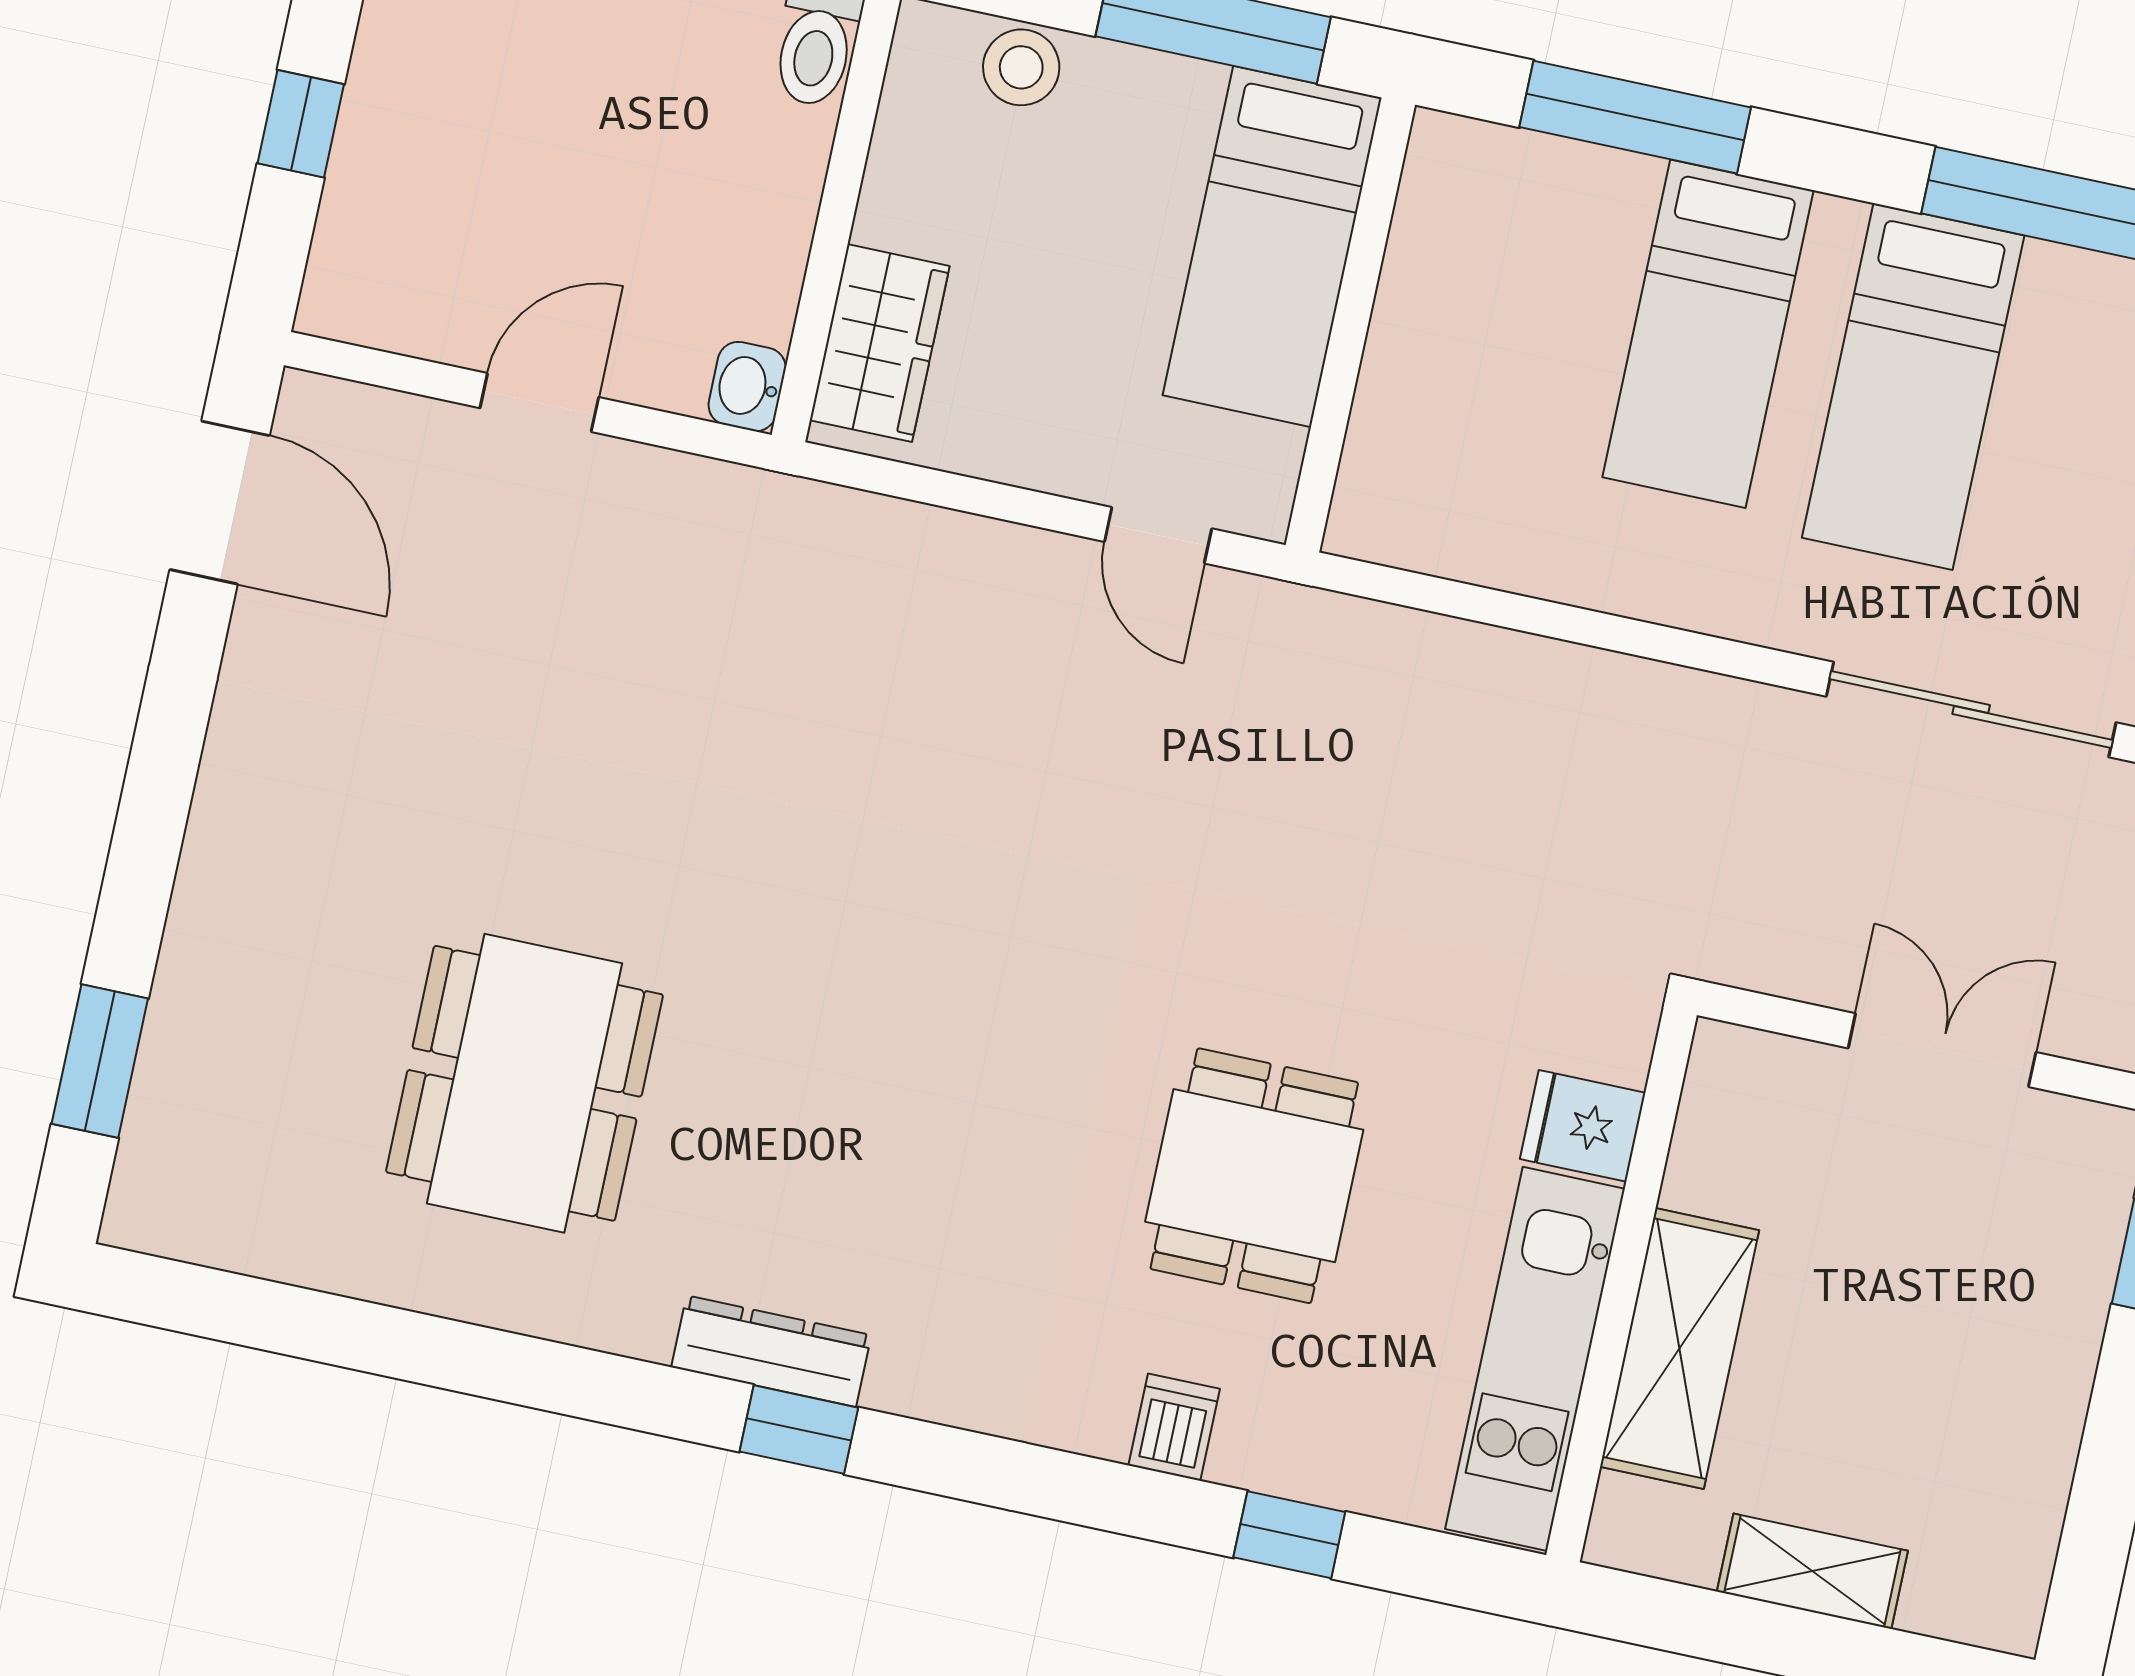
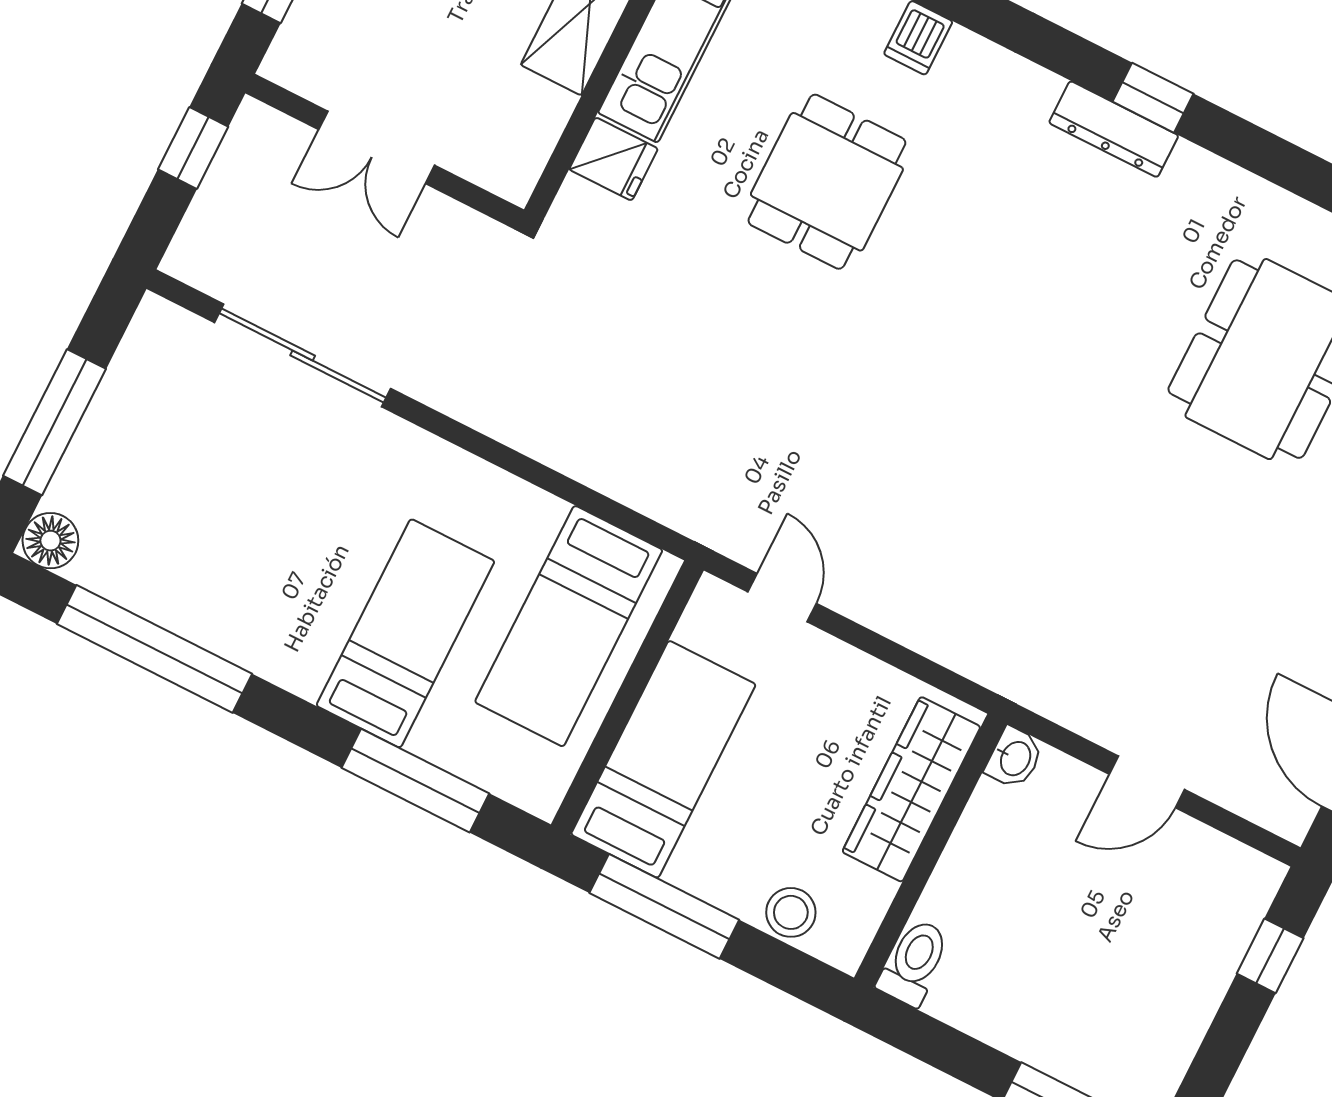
window: (301, 124) -> (1270, 956), moved
wardrobe: (880, 343) -> (911, 789), width x1.50
bed: (1913, 387) -> (569, 626), moved, turned 180
dresser: (771, 1351) -> (1114, 129), moved

